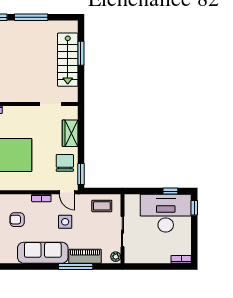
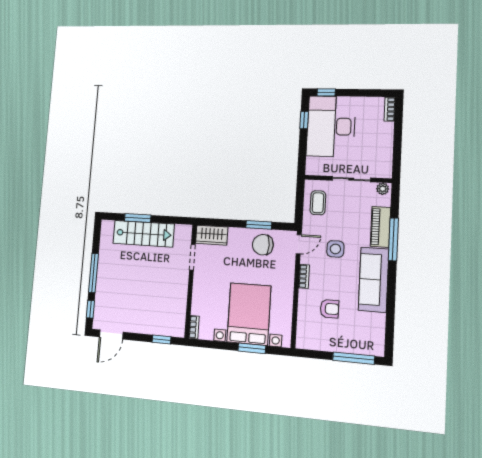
wardrobe: (70, 133) -> (212, 235), moved
window: (81, 174) -> (259, 225), moved
armchair: (17, 220) -> (329, 309), turned -90

